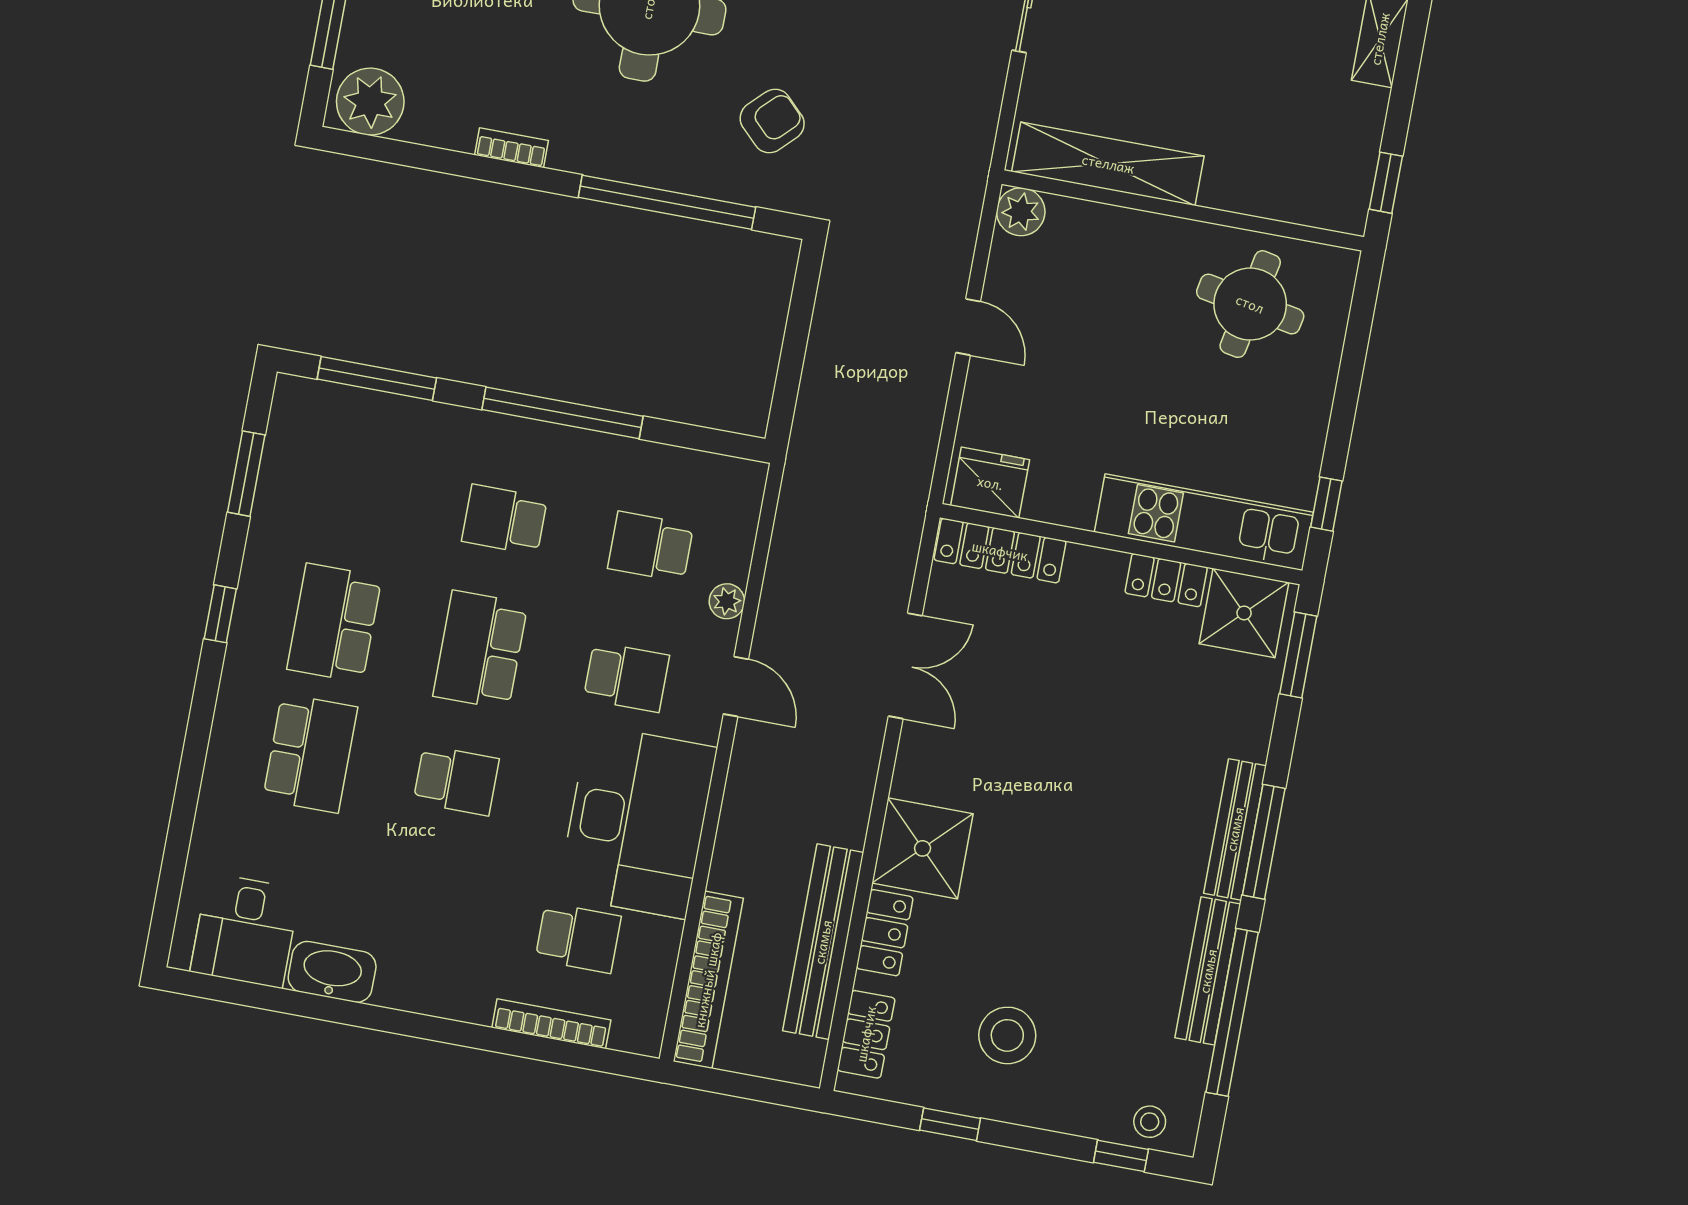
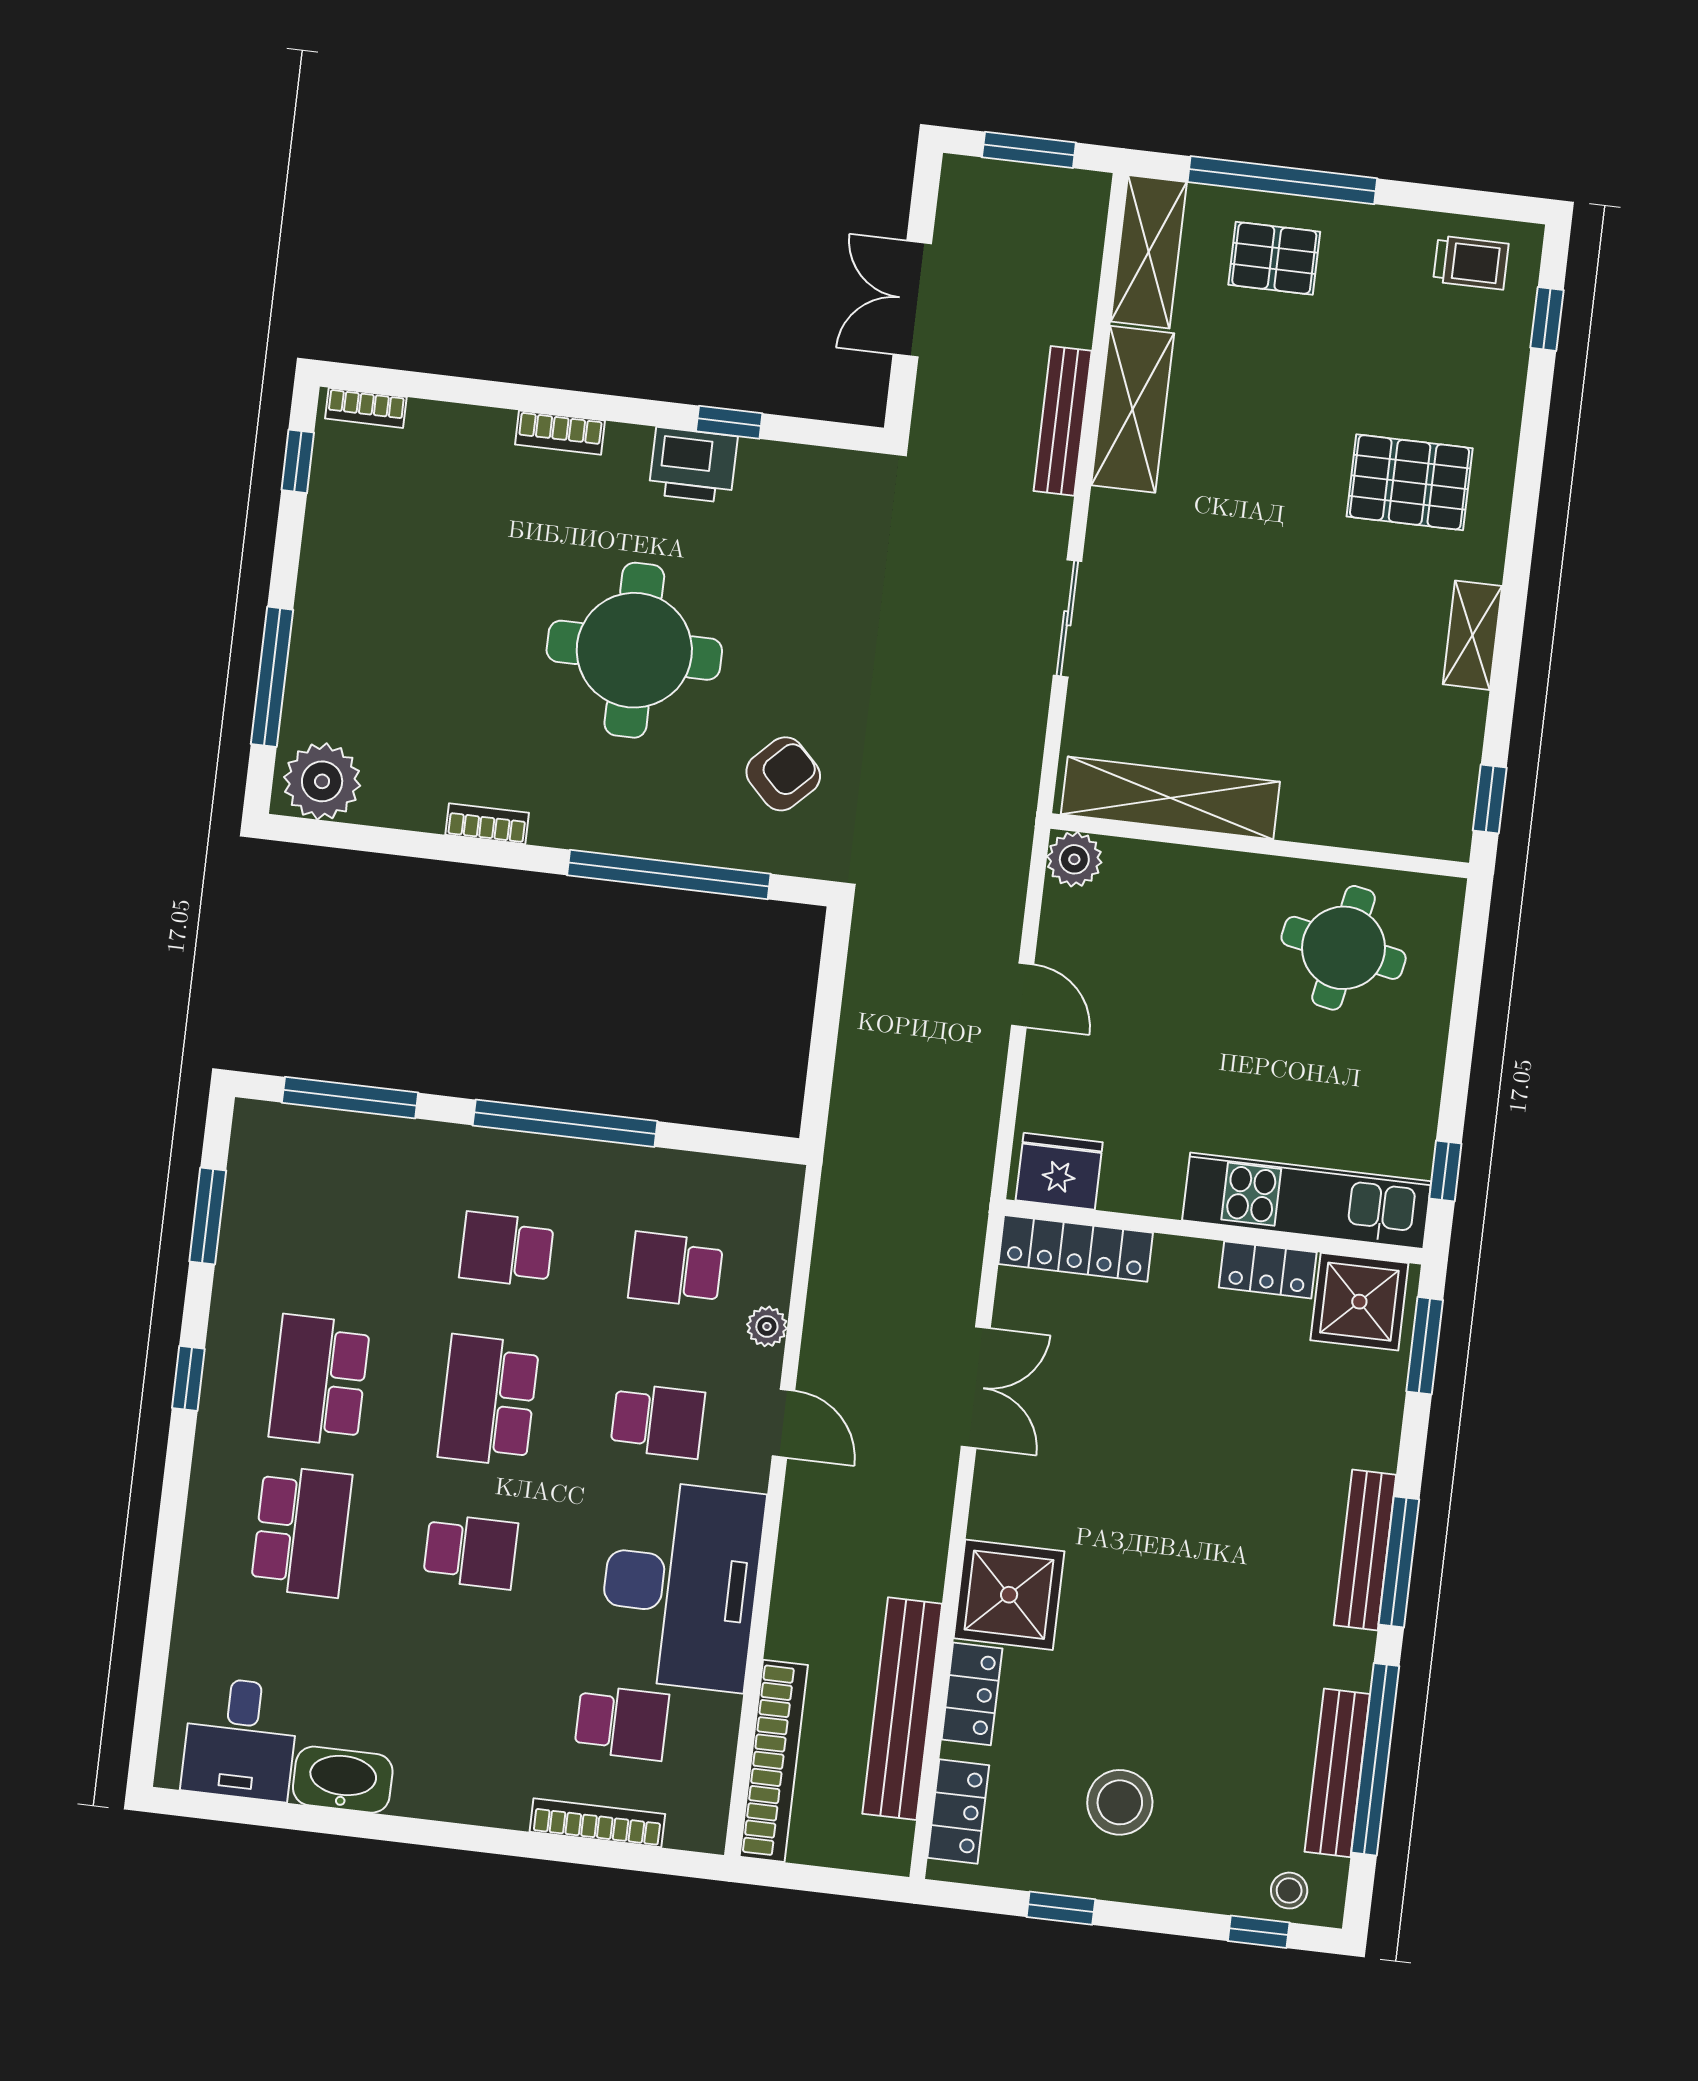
bench: (1208, 971) -> (1337, 1773), moved

